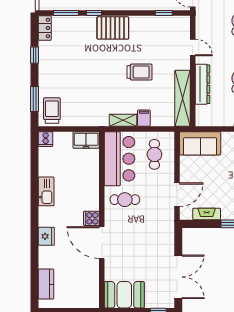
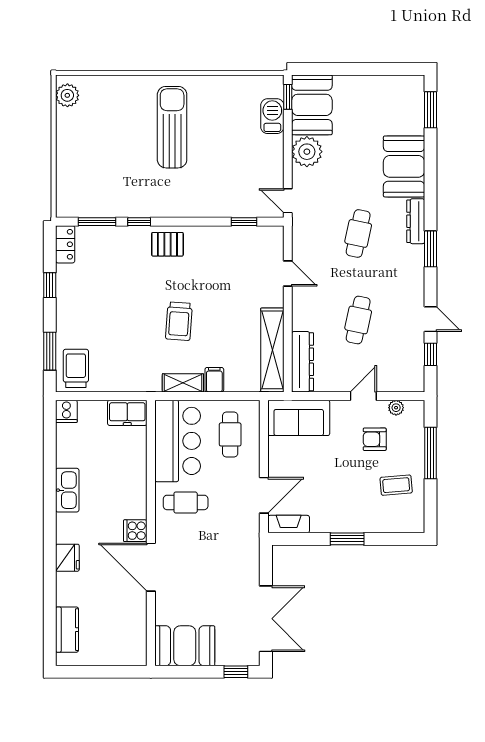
pallet: (113, 28) -> (167, 244), width x0.67, depth x0.71
trolley: (139, 72) -> (179, 321), moved, turned 94
dresser: (203, 84) -> (303, 362), moved
fireplace: (207, 214) -> (289, 524), moved

